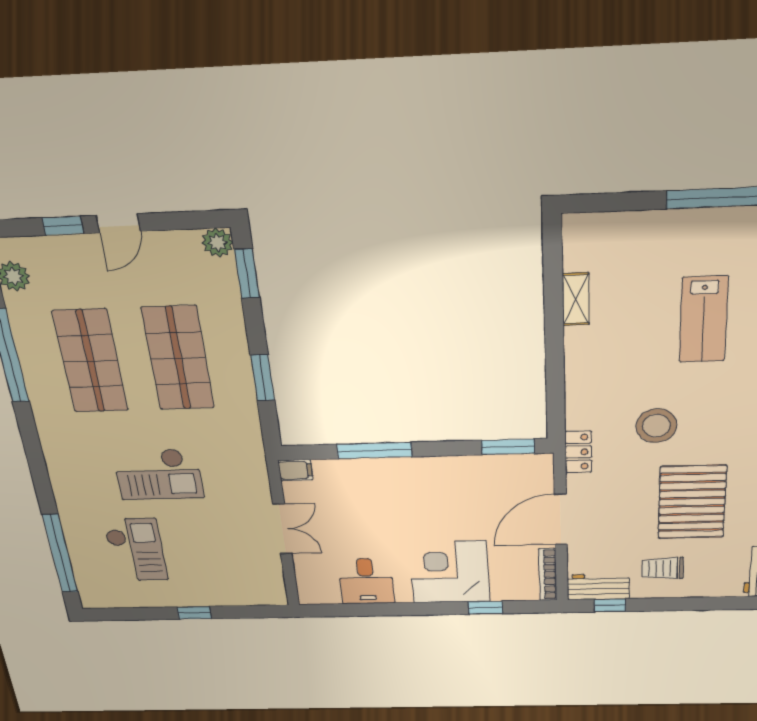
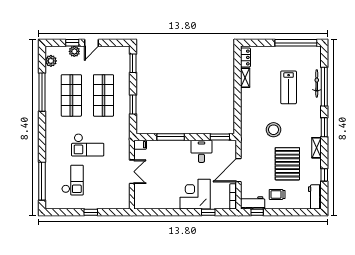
plant: (217, 243) -> (74, 51), moved
locker: (578, 452) -> (245, 57), moved
desk: (366, 581) -> (201, 151), moved, turned 180

